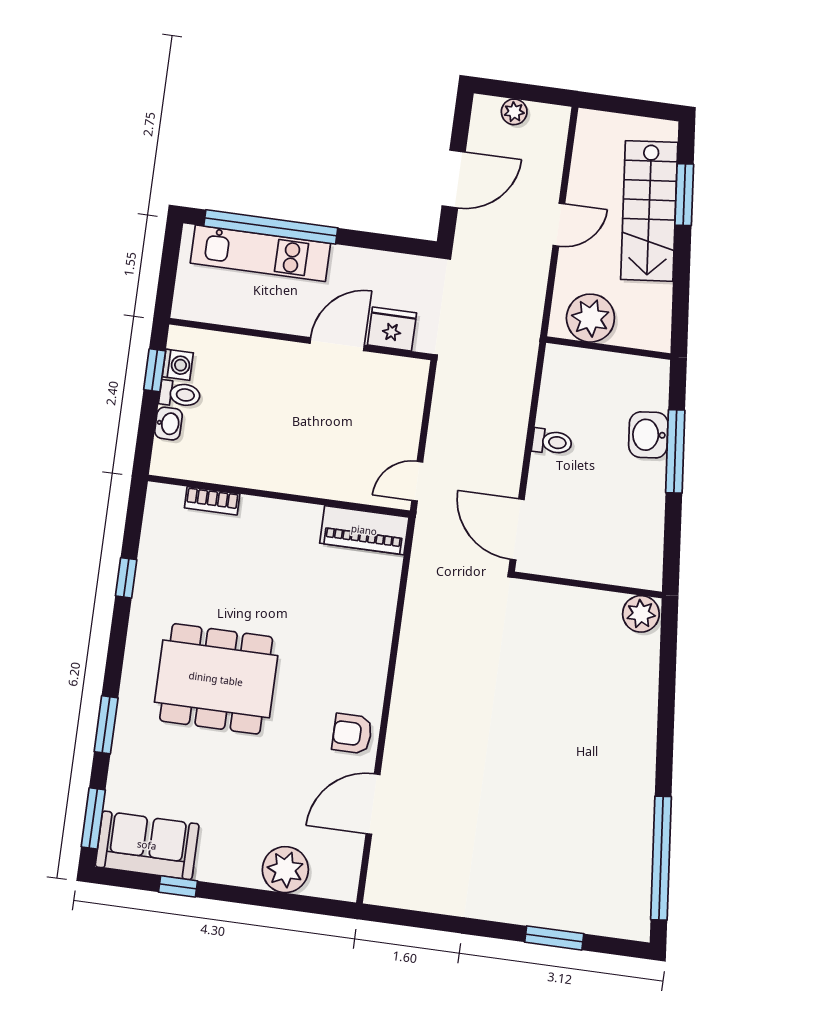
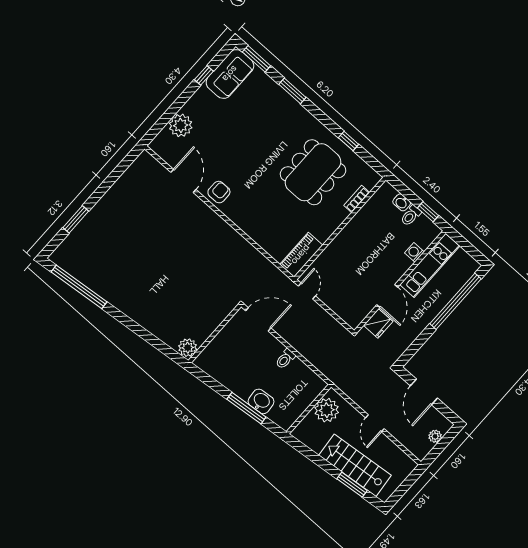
kitchen unit: (260, 253) -> (430, 265), moved, turned 180
washing machine: (178, 365) -> (414, 252), moved, turned 90
dining table: (216, 679) -> (313, 172), moved

